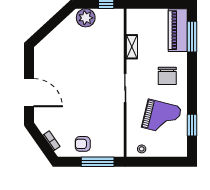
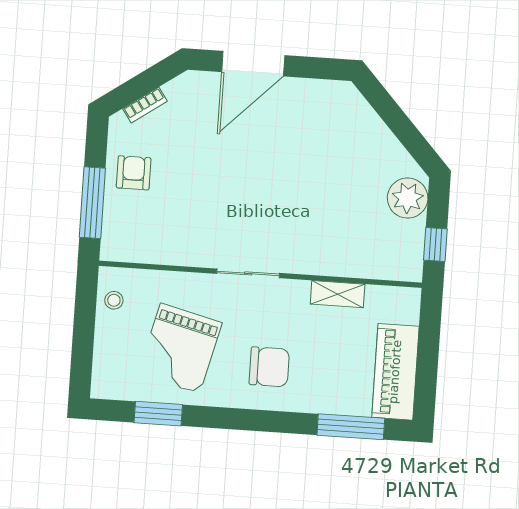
piano: (178, 30) -> (395, 372), moved, turned -90
chair: (167, 76) -> (269, 367), turned 180

